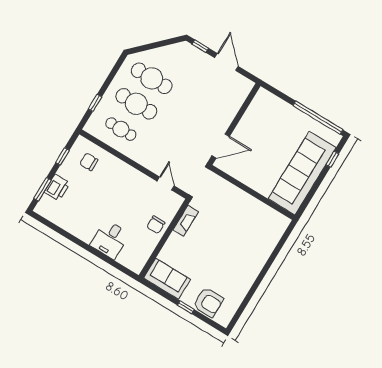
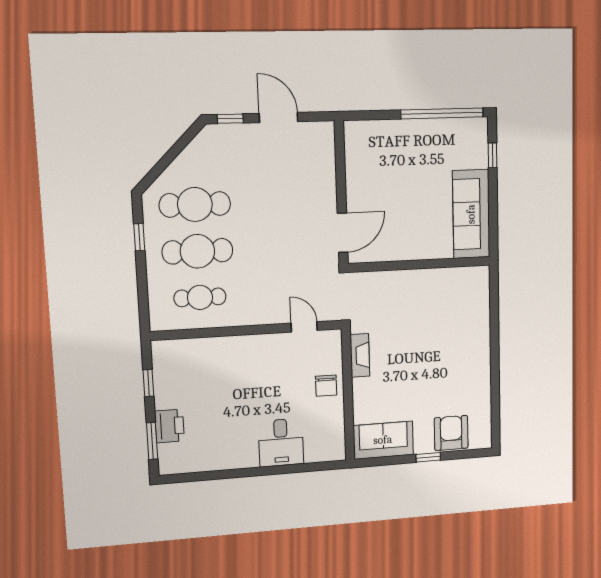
window: (95, 103) -> (139, 237), moved
chair: (89, 162) -> (188, 367), removed
sofa: (302, 173) -> (471, 214), width x0.74, depth x0.79
armchair: (208, 302) -> (451, 433), turned -90

